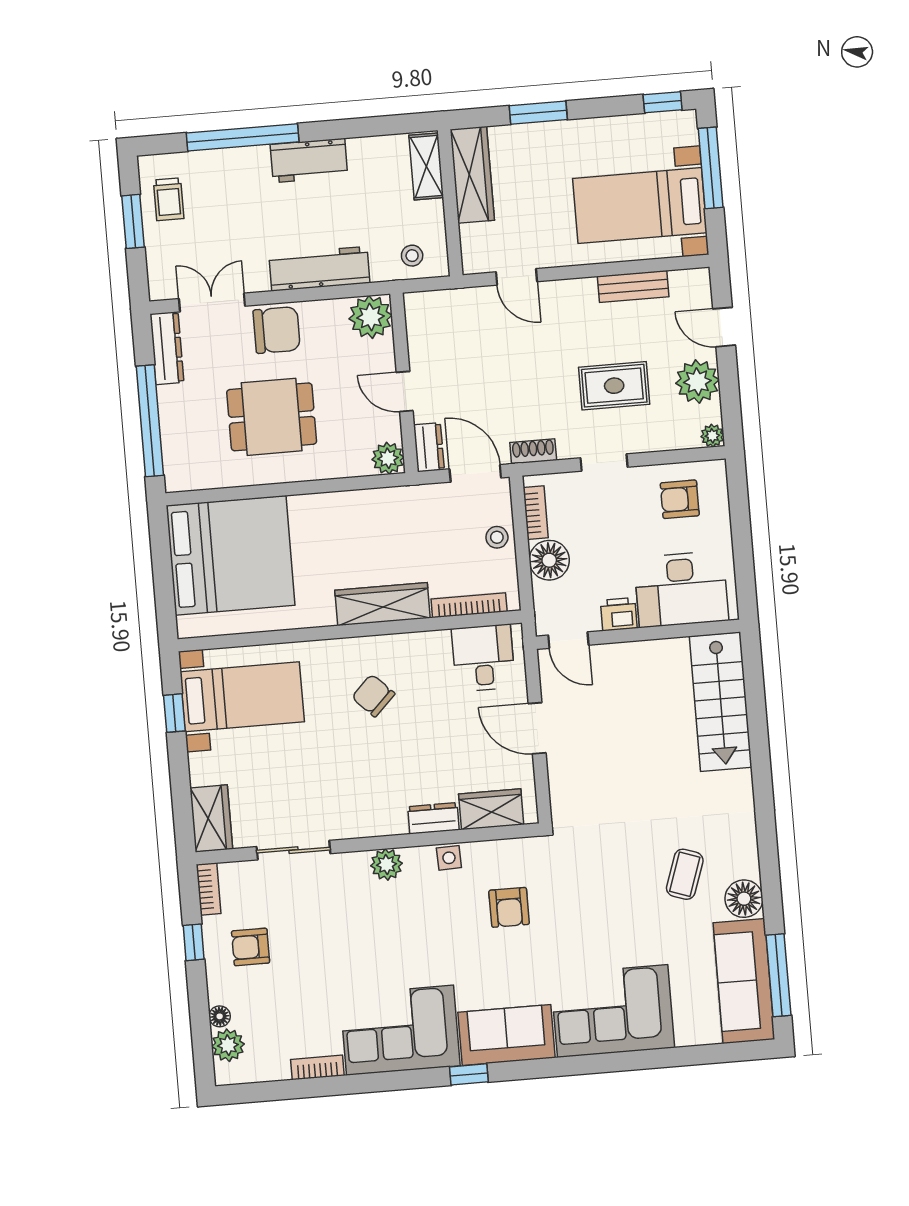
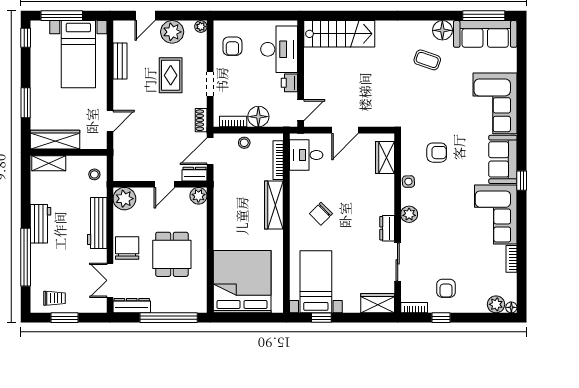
dresser: (433, 818) -> (387, 228), moved
floor lamp: (220, 1016) -> (511, 307), moved

